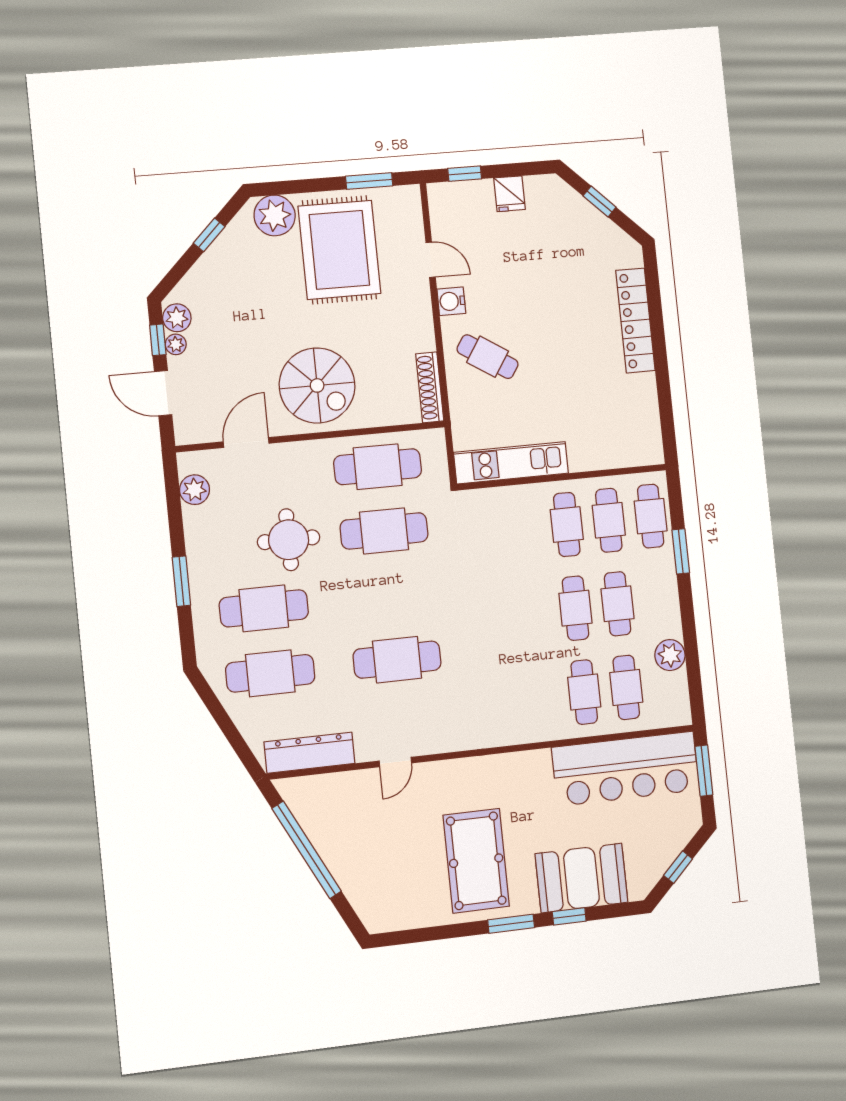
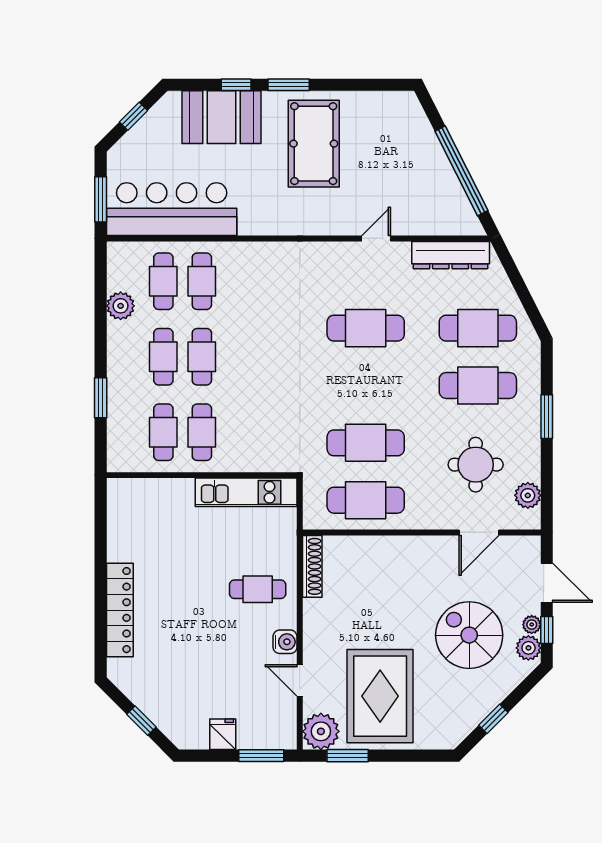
window: (465, 174) -> (261, 756), width x1.50
plant: (275, 215) -> (321, 731), moved
cafe table: (488, 357) -> (258, 589), turned -33
spiral stairs: (317, 385) -> (469, 635), moved
cafe table: (651, 516) -> (125, 432), removed
round table: (289, 540) -> (476, 465), moved

